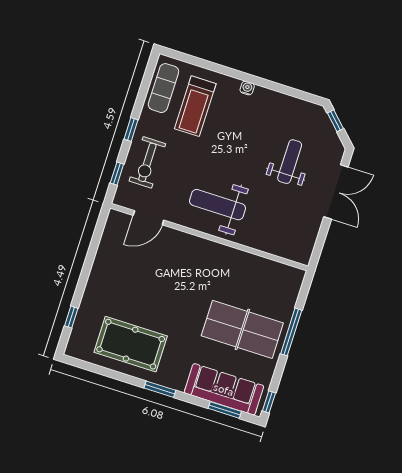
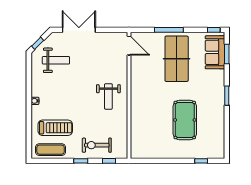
exercise bike: (147, 162) -> (97, 145), turned 180
weight bench: (290, 162) -> (56, 60), moved, turned 180
weight bench: (217, 205) -> (108, 96), width x0.73, depth x0.75
door: (148, 218) -> (129, 46), moved
pool table: (131, 344) -> (185, 120), moved
sofa: (224, 389) -> (215, 52), width x0.73

